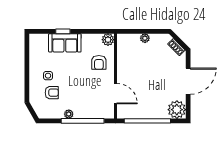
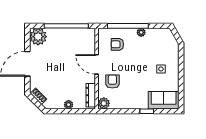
sofa: (65, 43) -> (164, 100), moved
dresser: (122, 48) -> (91, 95), added
armchair: (52, 93) -> (117, 44), moved
door: (115, 94) -> (97, 64), moved

